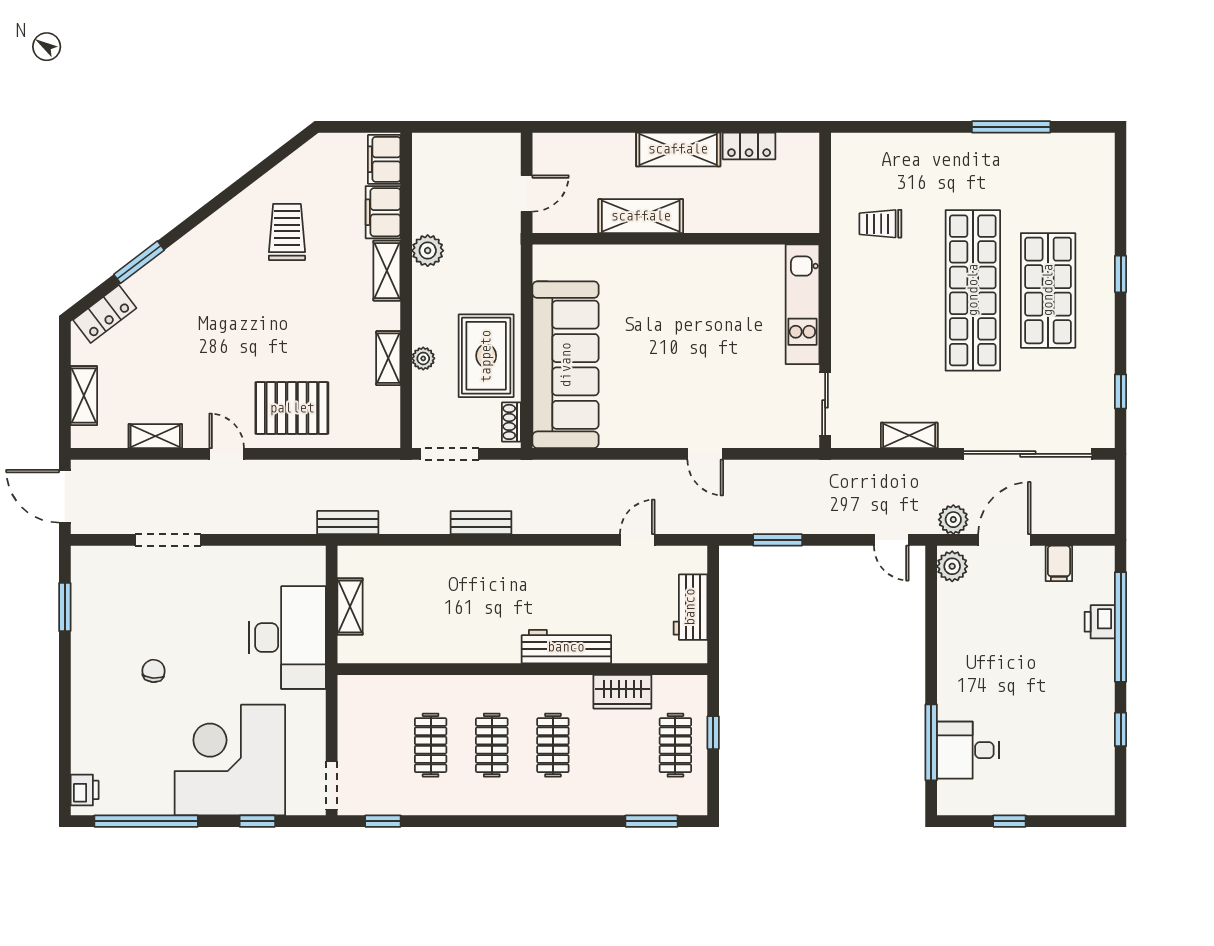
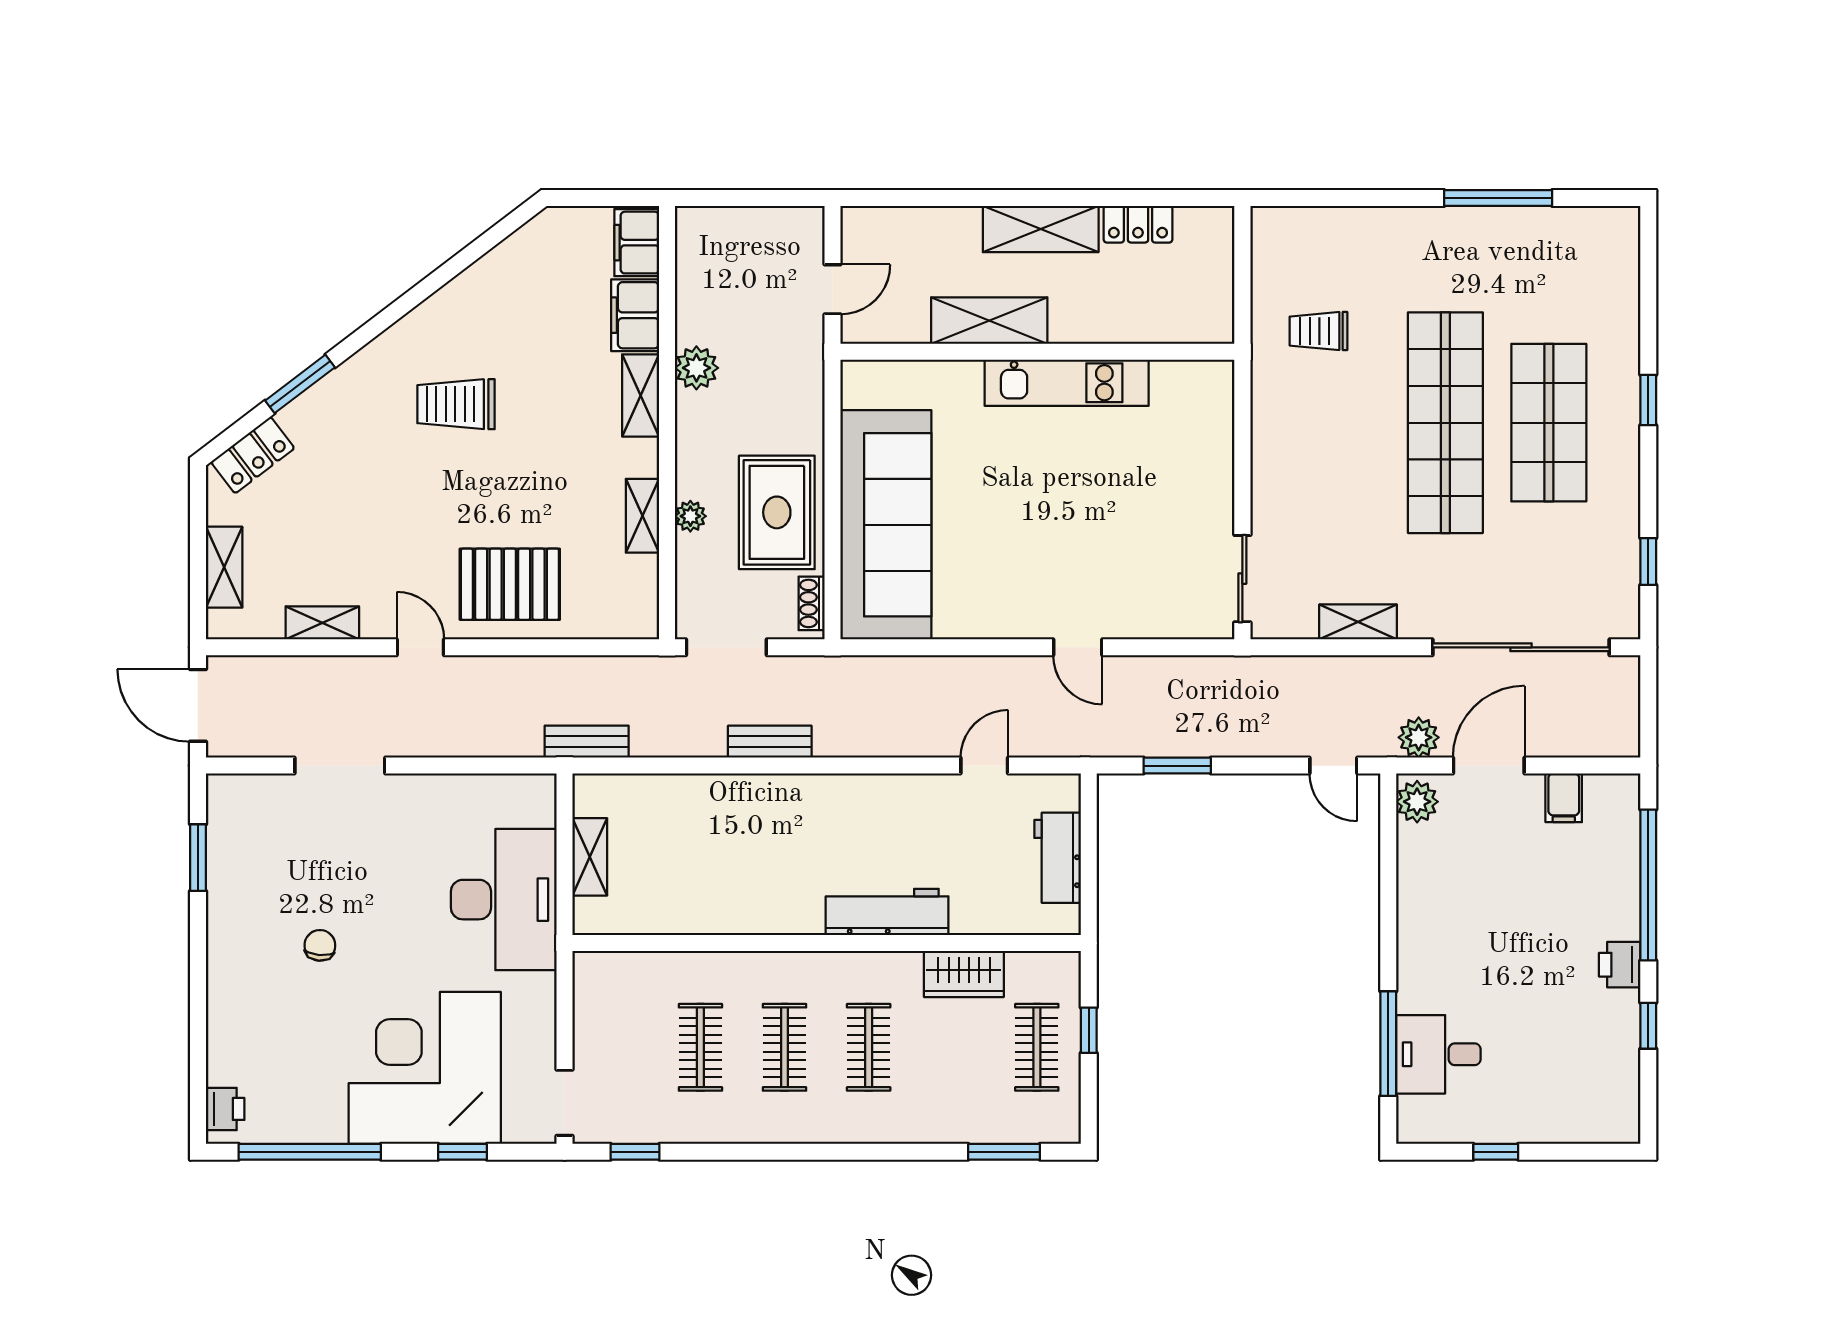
trolley: (287, 232) -> (456, 404), moved, turned -90
kitchen unit: (802, 304) -> (1067, 383), moved, turned -90
printer: (1100, 622) -> (1620, 965), moved

